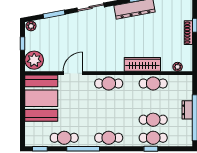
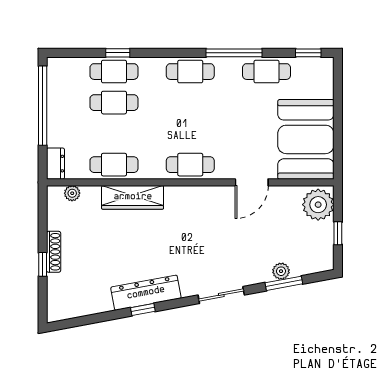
plant: (31, 26) -> (281, 271), moved
dresser: (187, 110) -> (55, 164), moved

